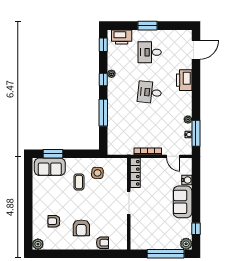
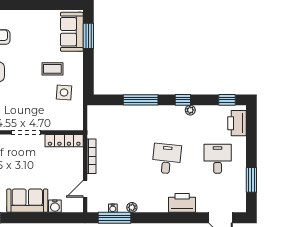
window: (147, 26) -> (251, 180), moved

